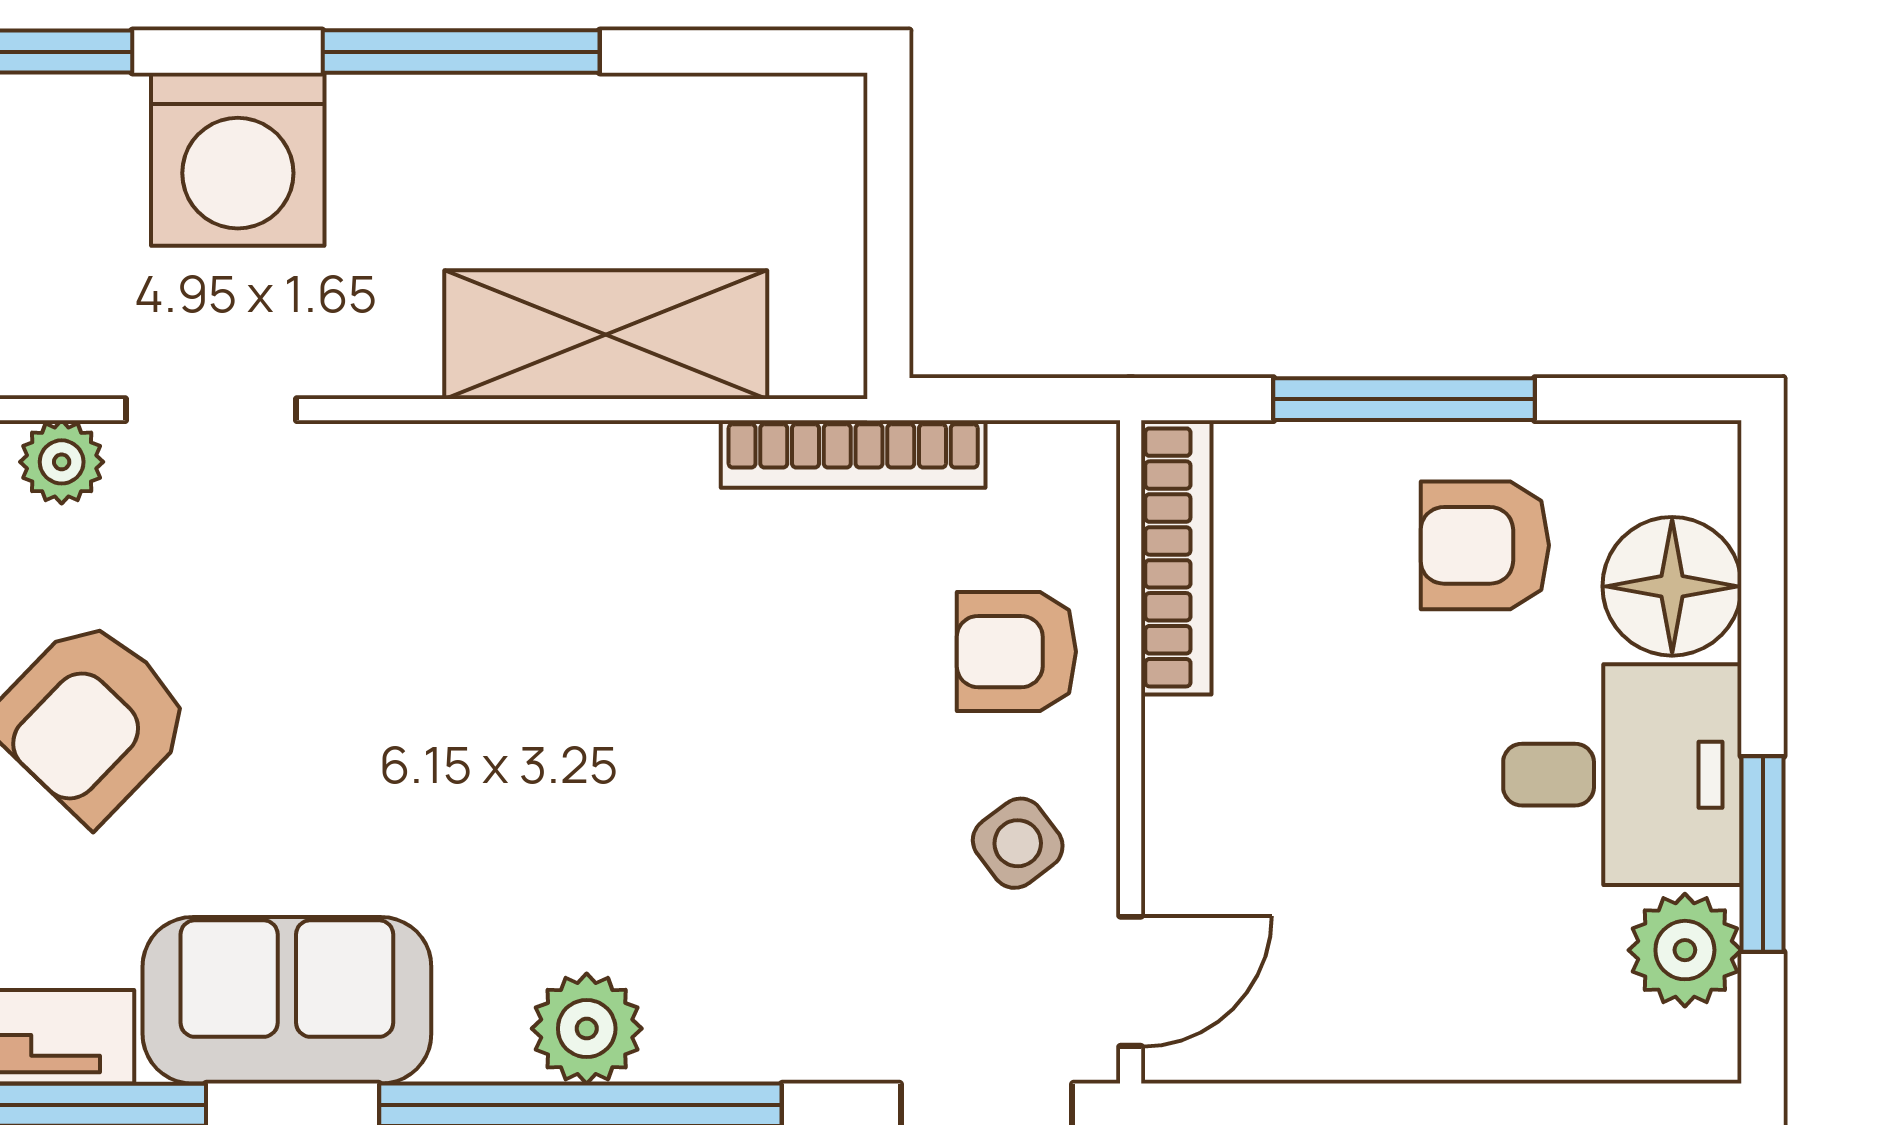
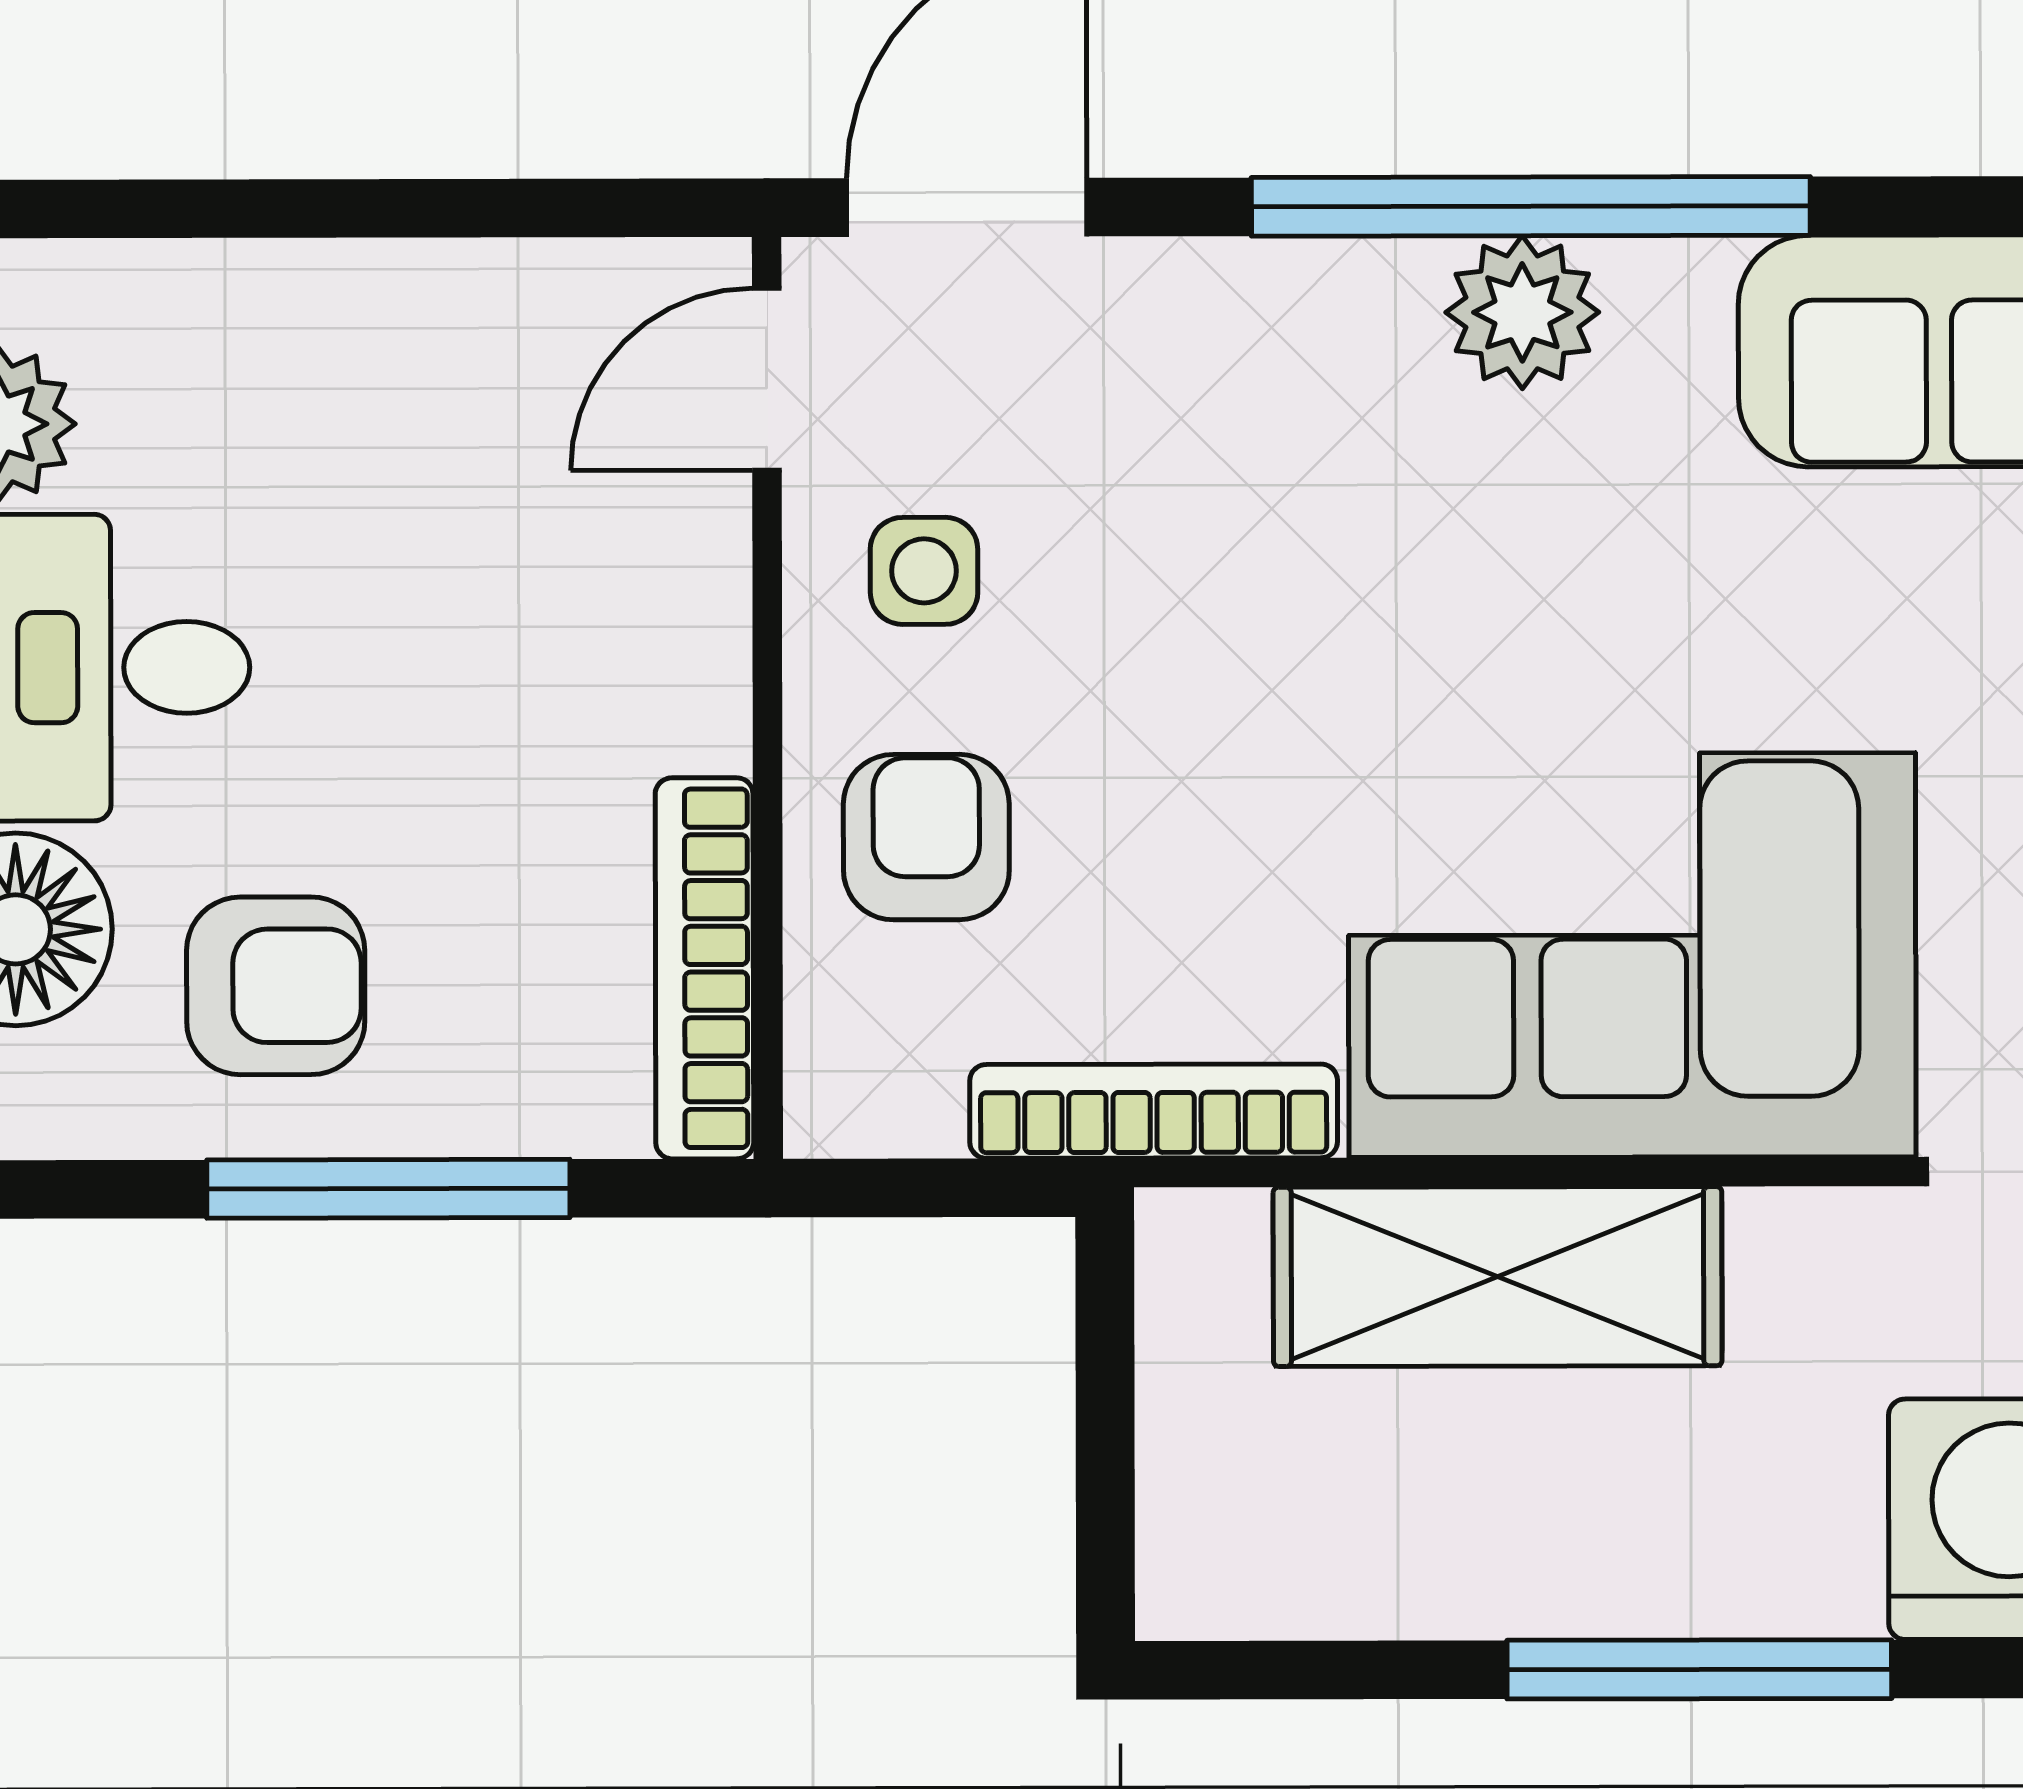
corner sofa: (508, 566) -> (1632, 955), added
armchair: (1016, 652) -> (926, 837), turned -90
side table: (1018, 843) -> (924, 571), turned 37

